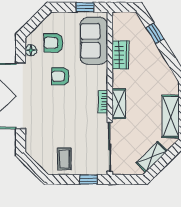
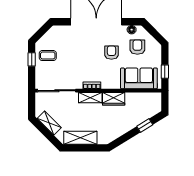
wardrobe: (120, 55) -> (114, 99), moved
window: (89, 179) -> (32, 59), moved

